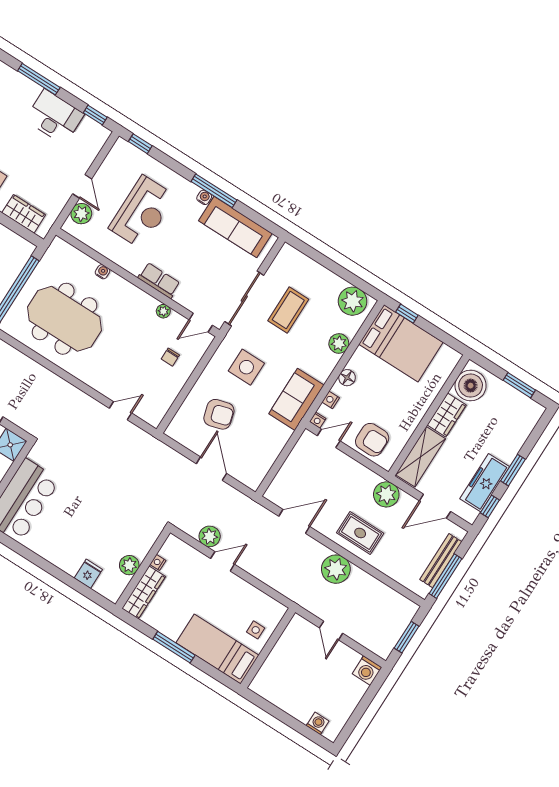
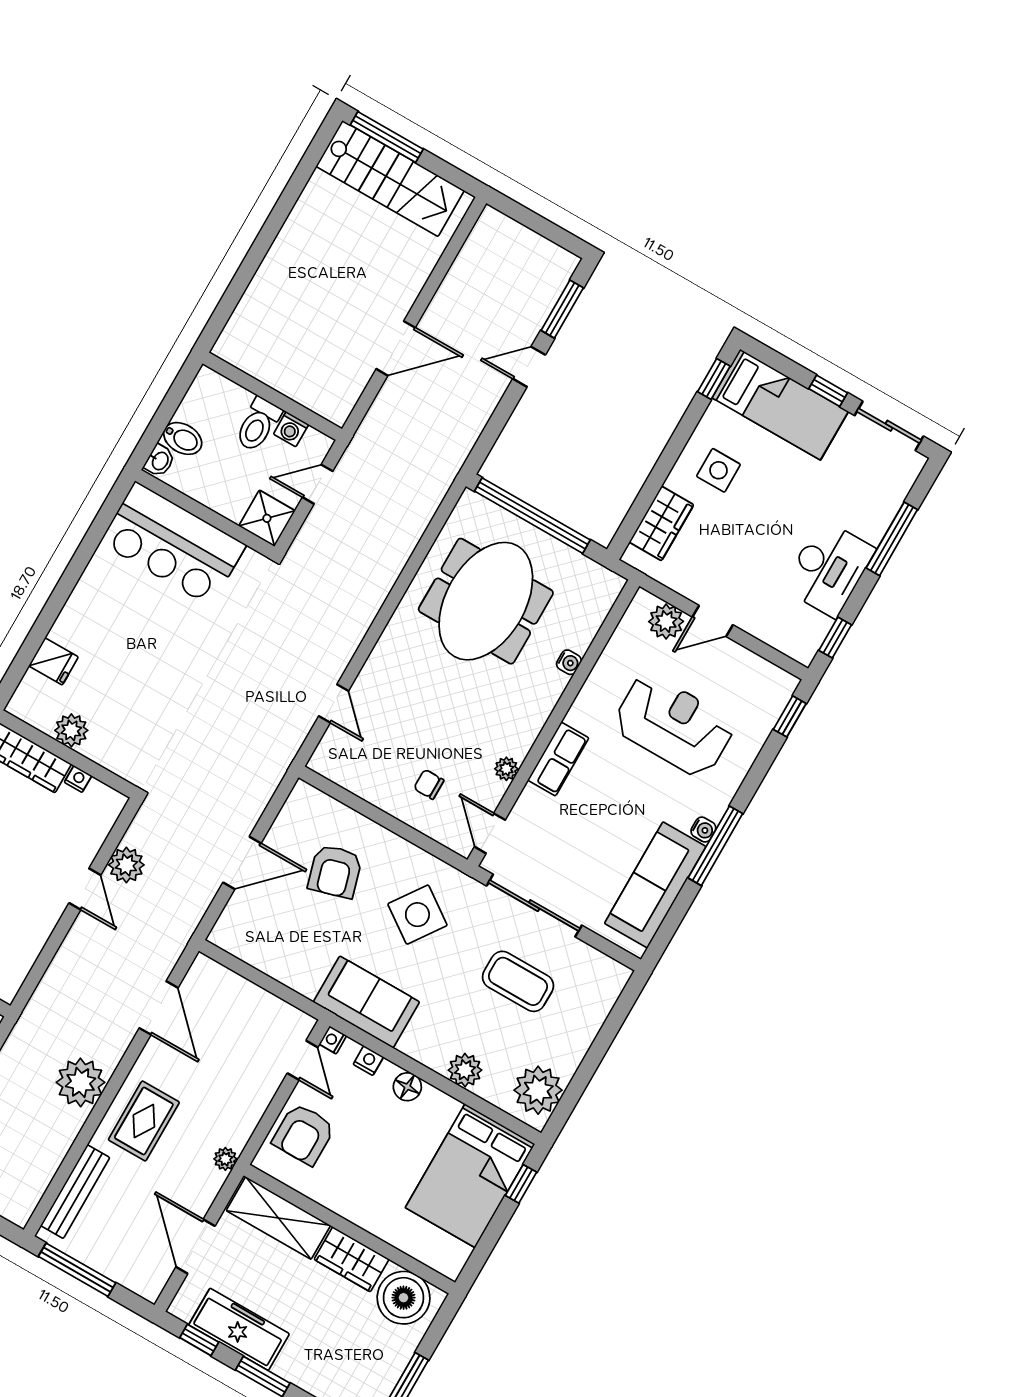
reception desk: (142, 212) -> (674, 725), turned 180
side table: (246, 367) -> (417, 915), turned 35
plant: (386, 494) -> (225, 1159), width x0.53, depth x0.53
bench: (441, 561) -> (75, 1192), moved, turned 90

